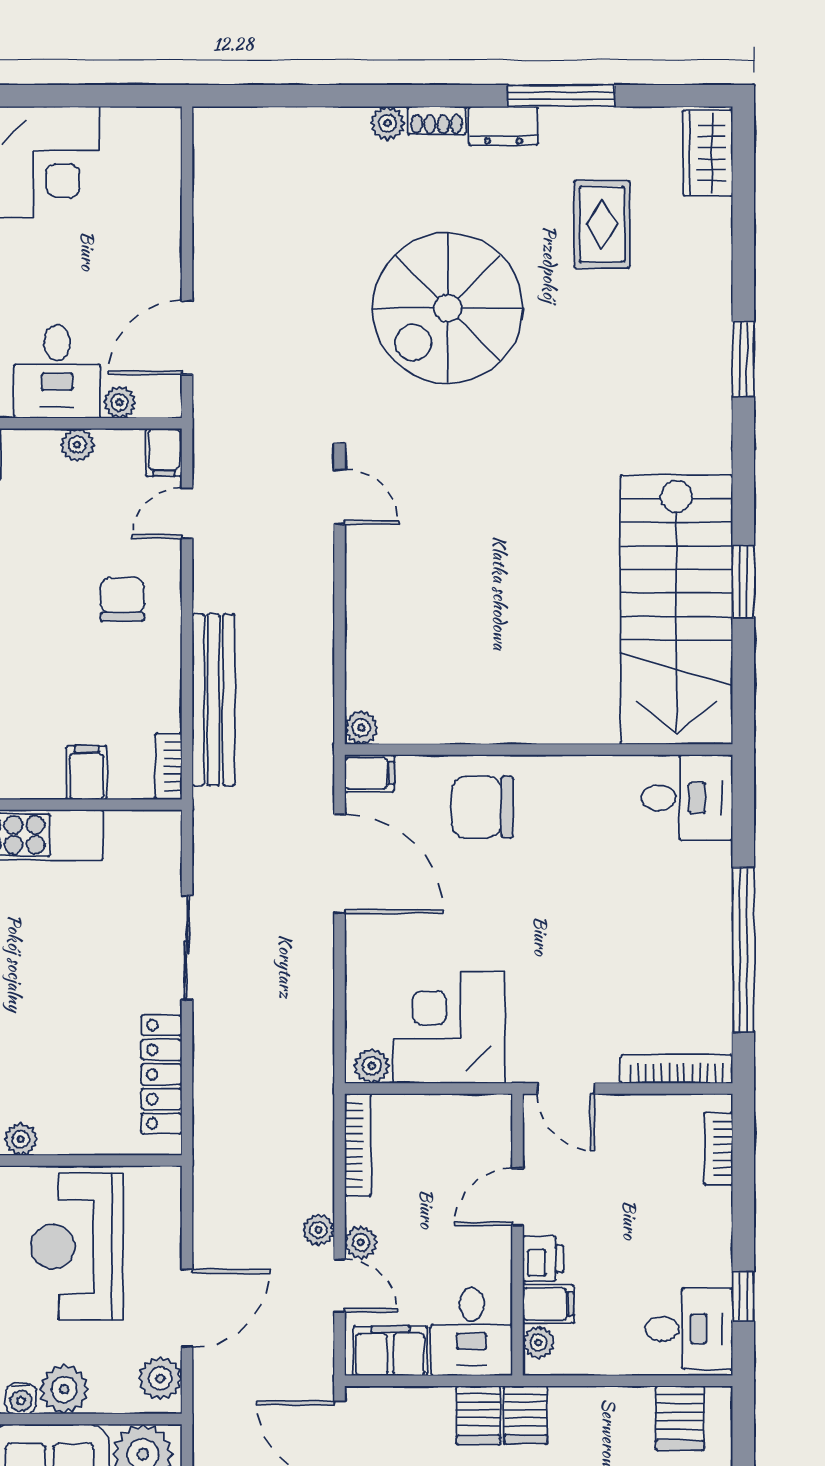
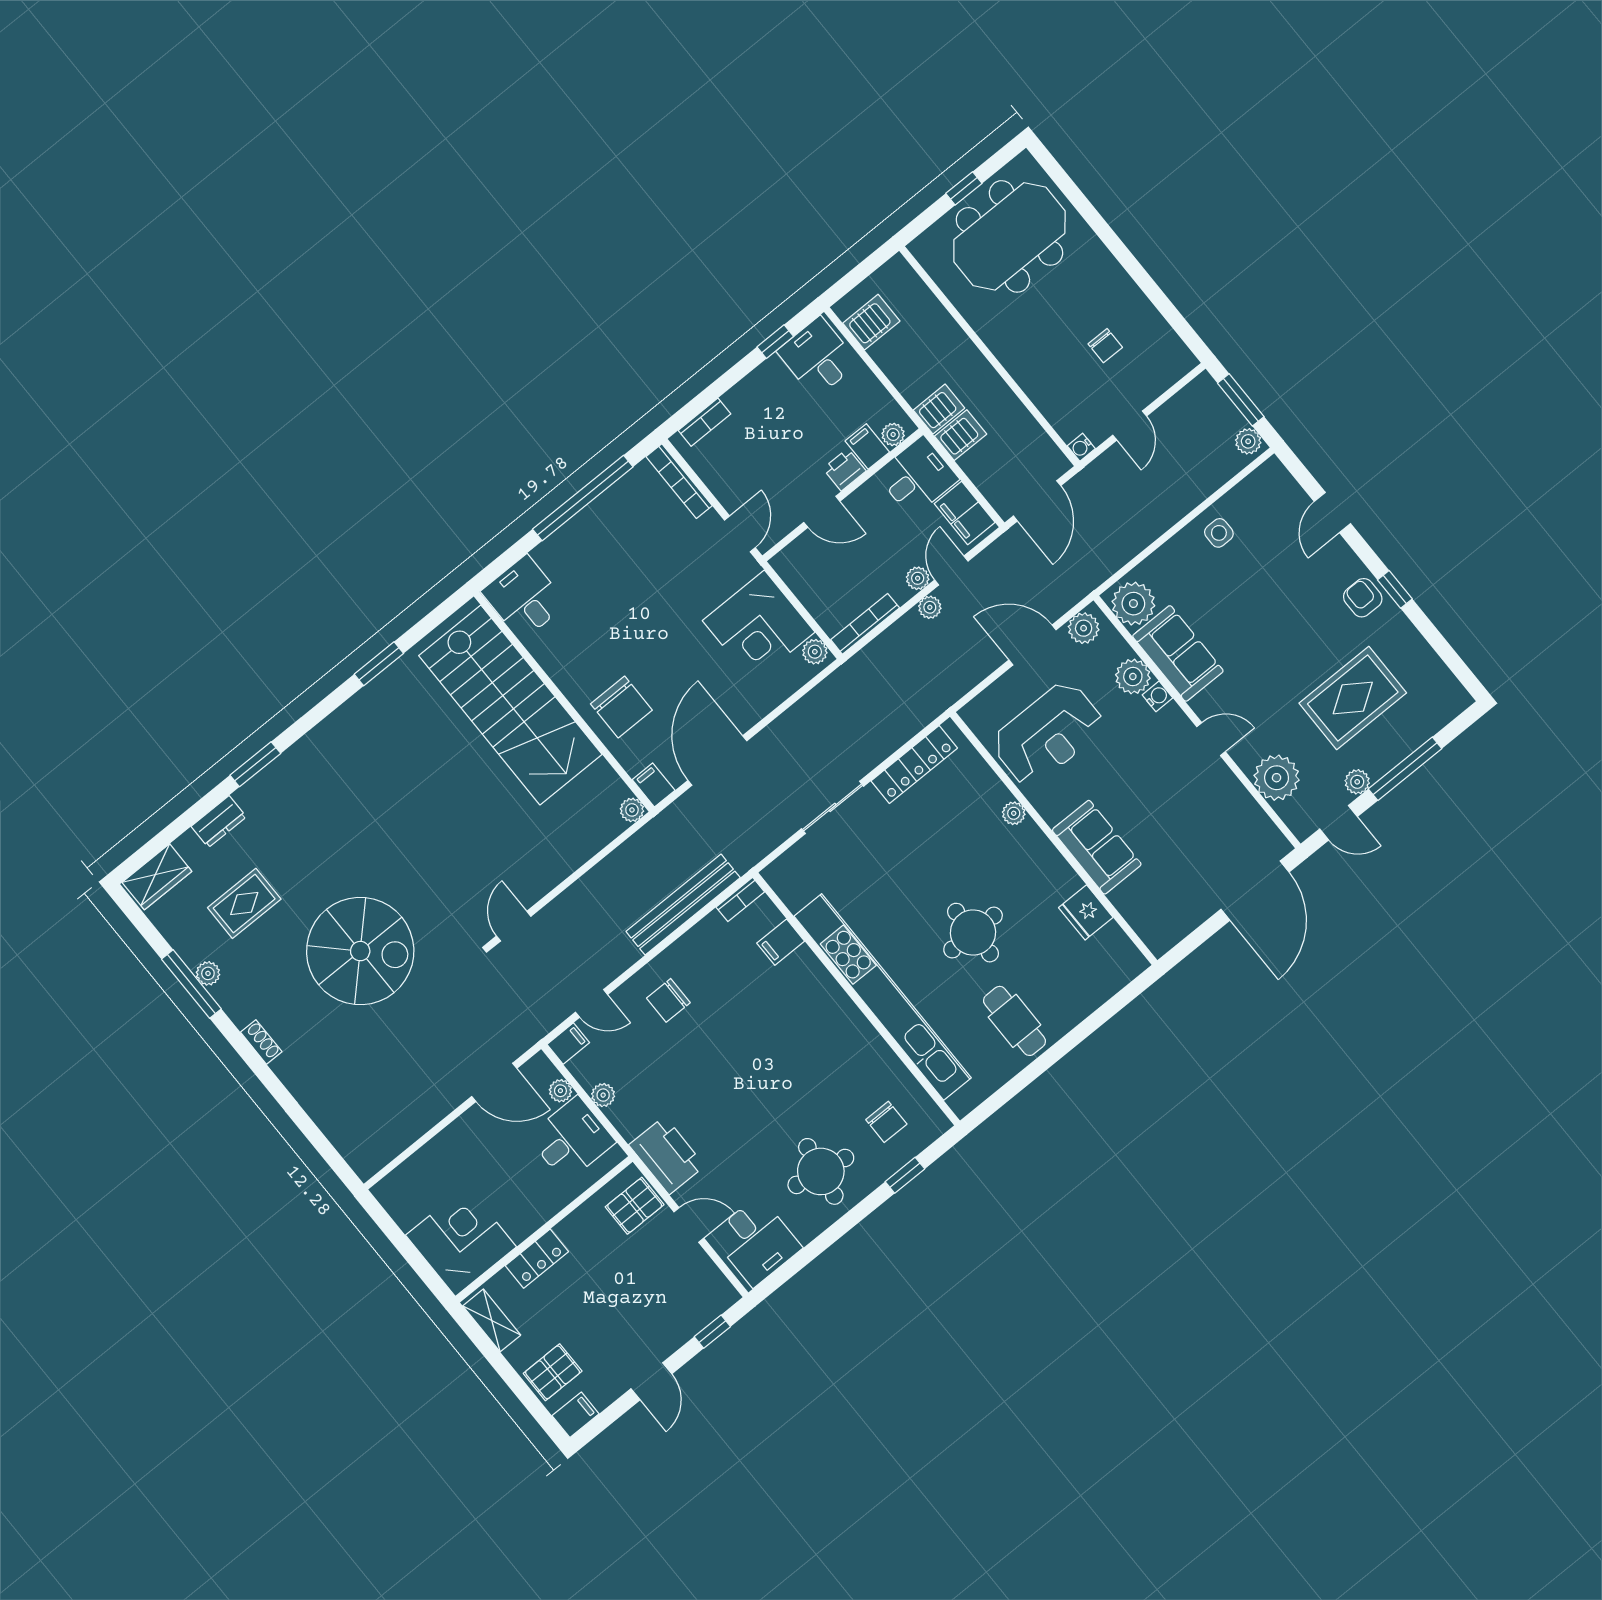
plant: (387, 123) -> (208, 973), moved
dresser: (503, 126) -> (219, 822), moved, turned 90
stairs: (677, 610) -> (510, 705), moved, turned 90

